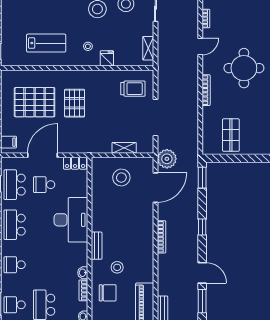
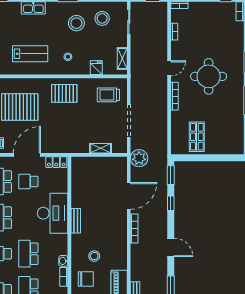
door: (200, 47) -> (169, 68), moved
fridge: (107, 58) -> (96, 68), moved
trolley: (133, 89) -> (108, 95), turned 180
pallet: (75, 103) -> (64, 93), moved, turned 90
stool: (121, 178) -> (98, 175), removed
door: (155, 188) -> (129, 196), moved
window: (202, 227) -> (171, 203), moved
bench: (97, 246) -> (76, 221), moved
school desk: (44, 265) -> (28, 254), added
door: (202, 273) -> (171, 247), moved

